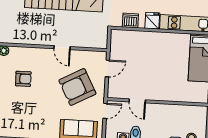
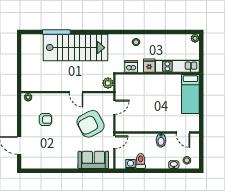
plant: (101, 39) -> (108, 83), added
door: (137, 101) -> (183, 132), moved
bidet: (162, 112) -> (161, 140), added

